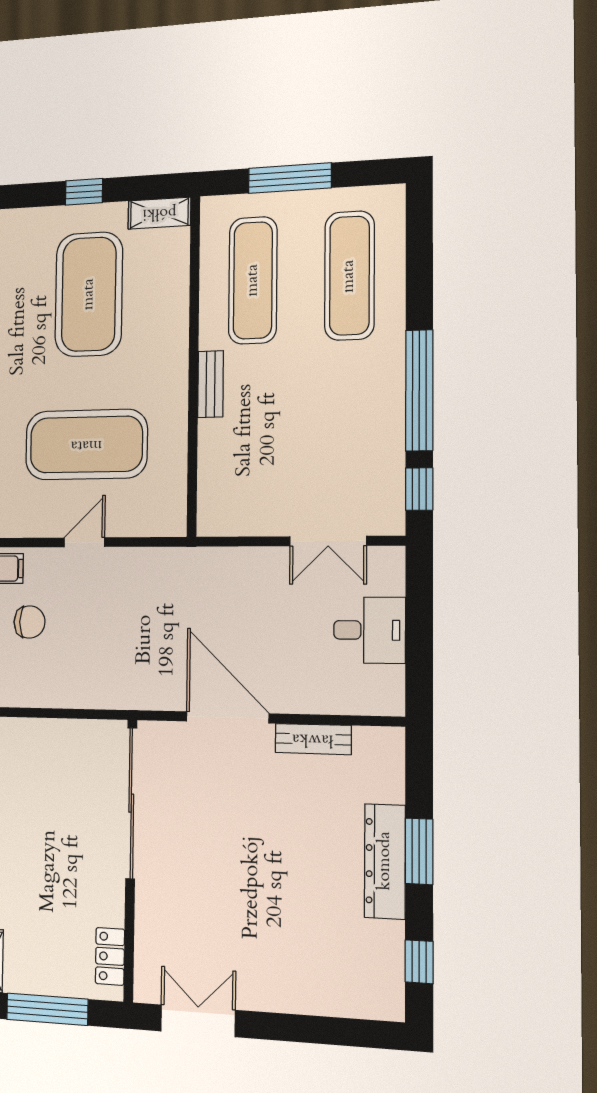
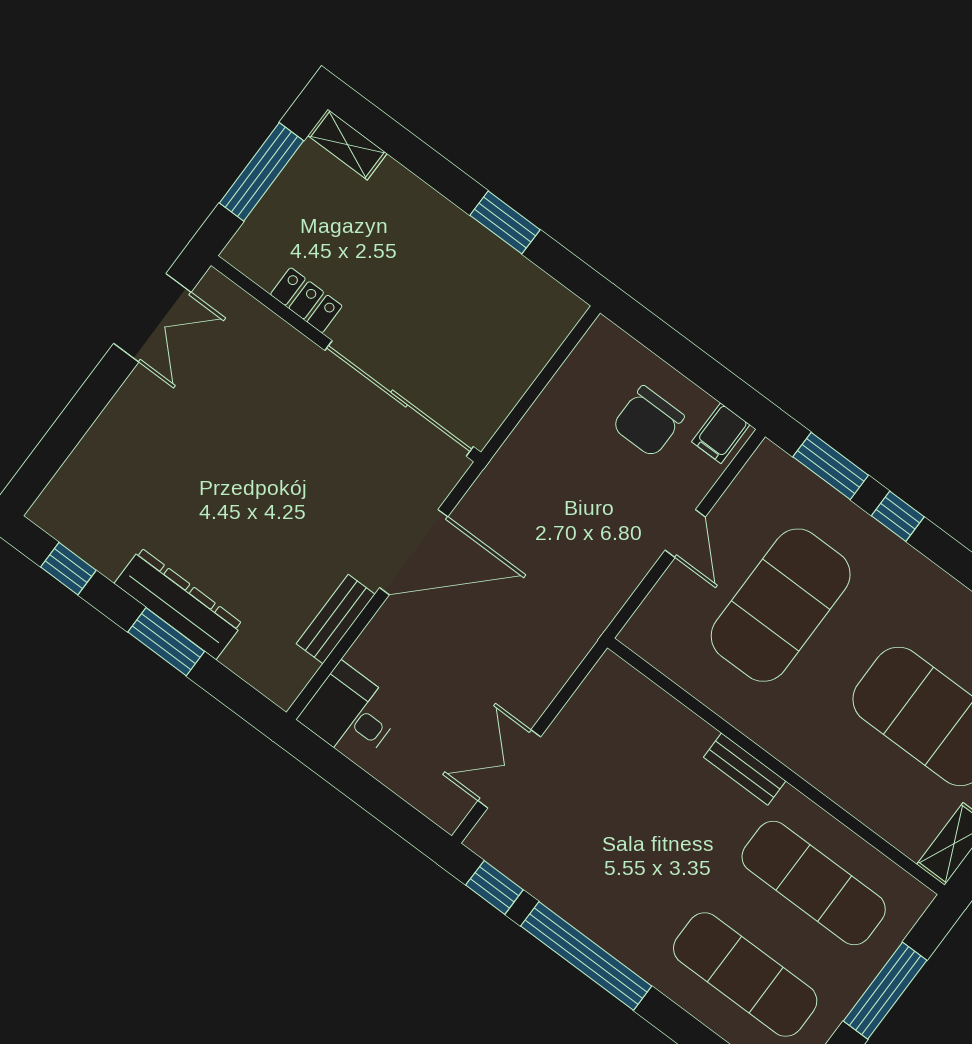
chair: (30, 622) -> (648, 421), width x1.37, depth x1.37
desk: (369, 630) -> (351, 714), moved, turned 90
locker: (110, 956) -> (306, 300), moved

